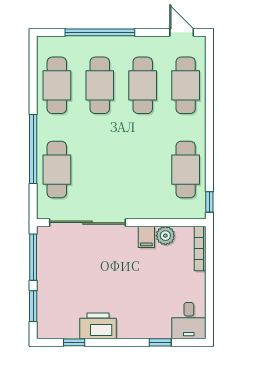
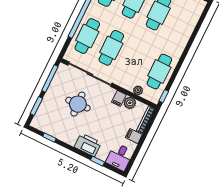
cafe table: (186, 85) -> (111, 48), moved
plant: (168, 212) -> (138, 90), added
round table: (92, 274) -> (78, 104), added
filing cabinet: (195, 281) -> (134, 136), added
printer: (98, 326) -> (88, 145), moved

